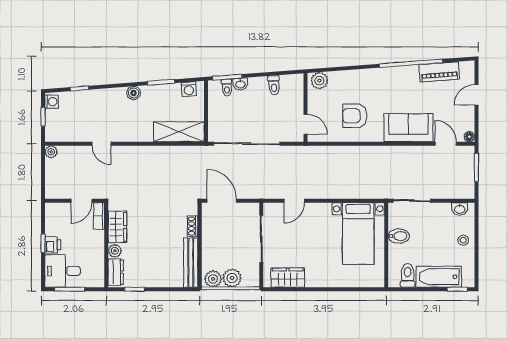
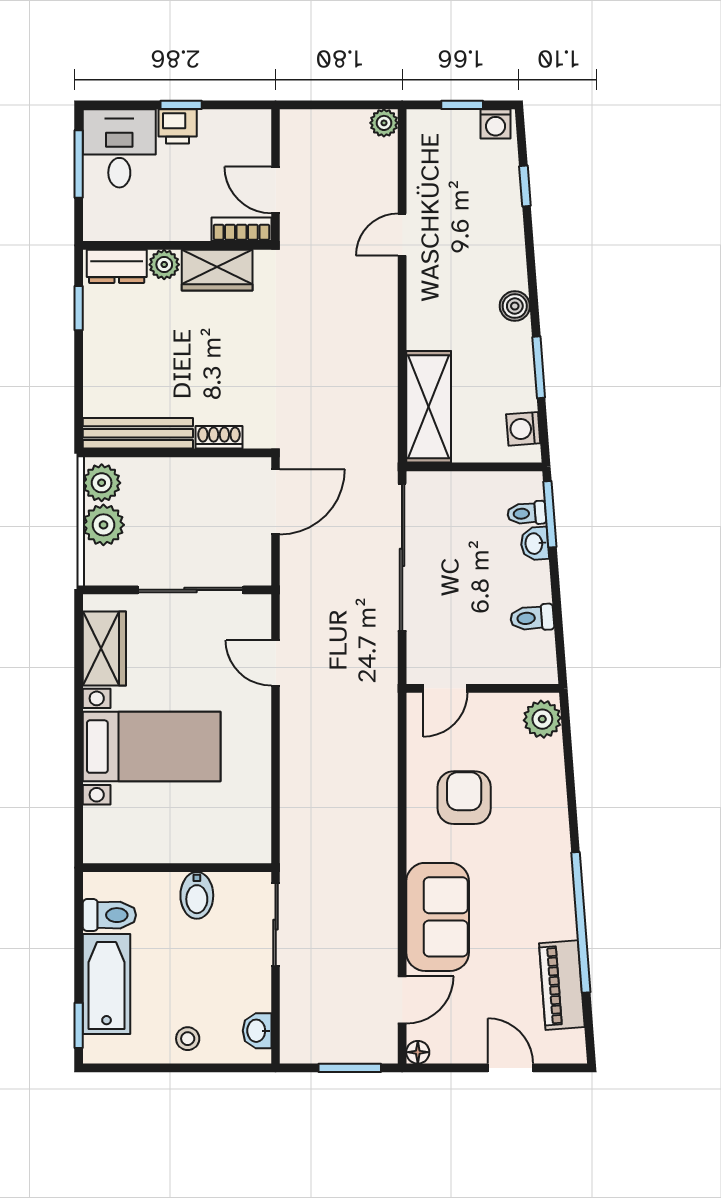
bed with nightstands: (358, 233) -> (152, 747), moved, turned 180

